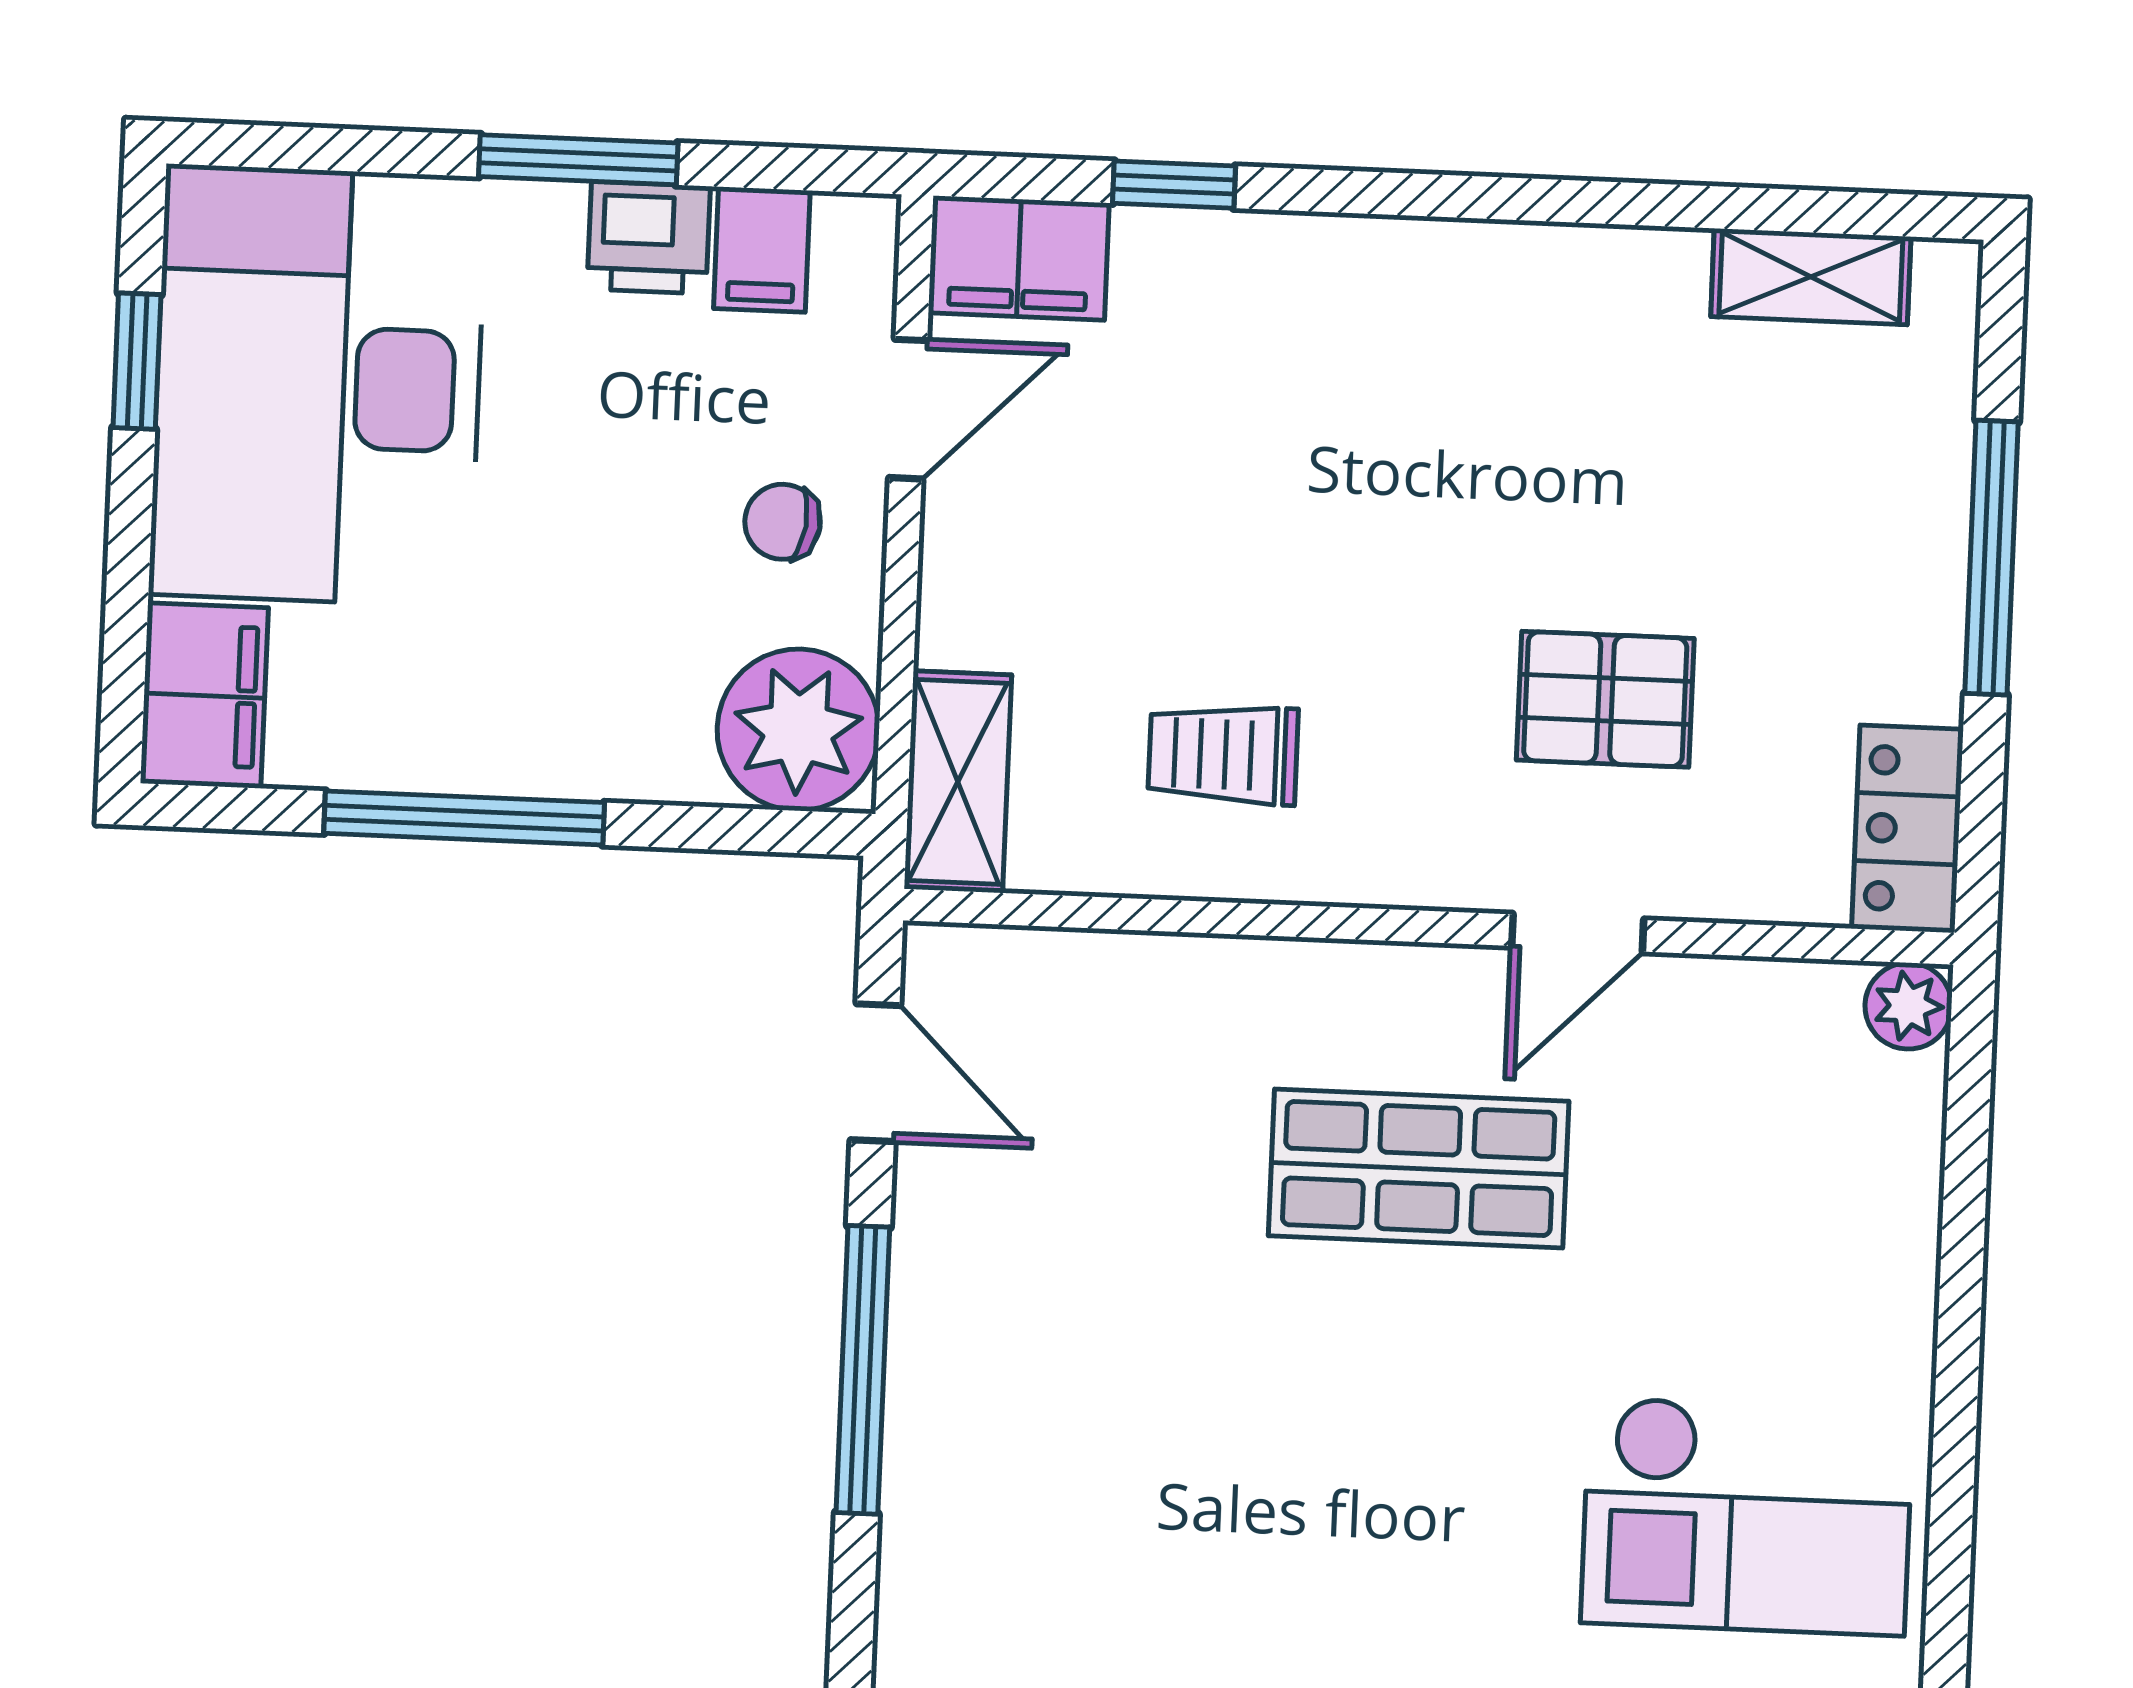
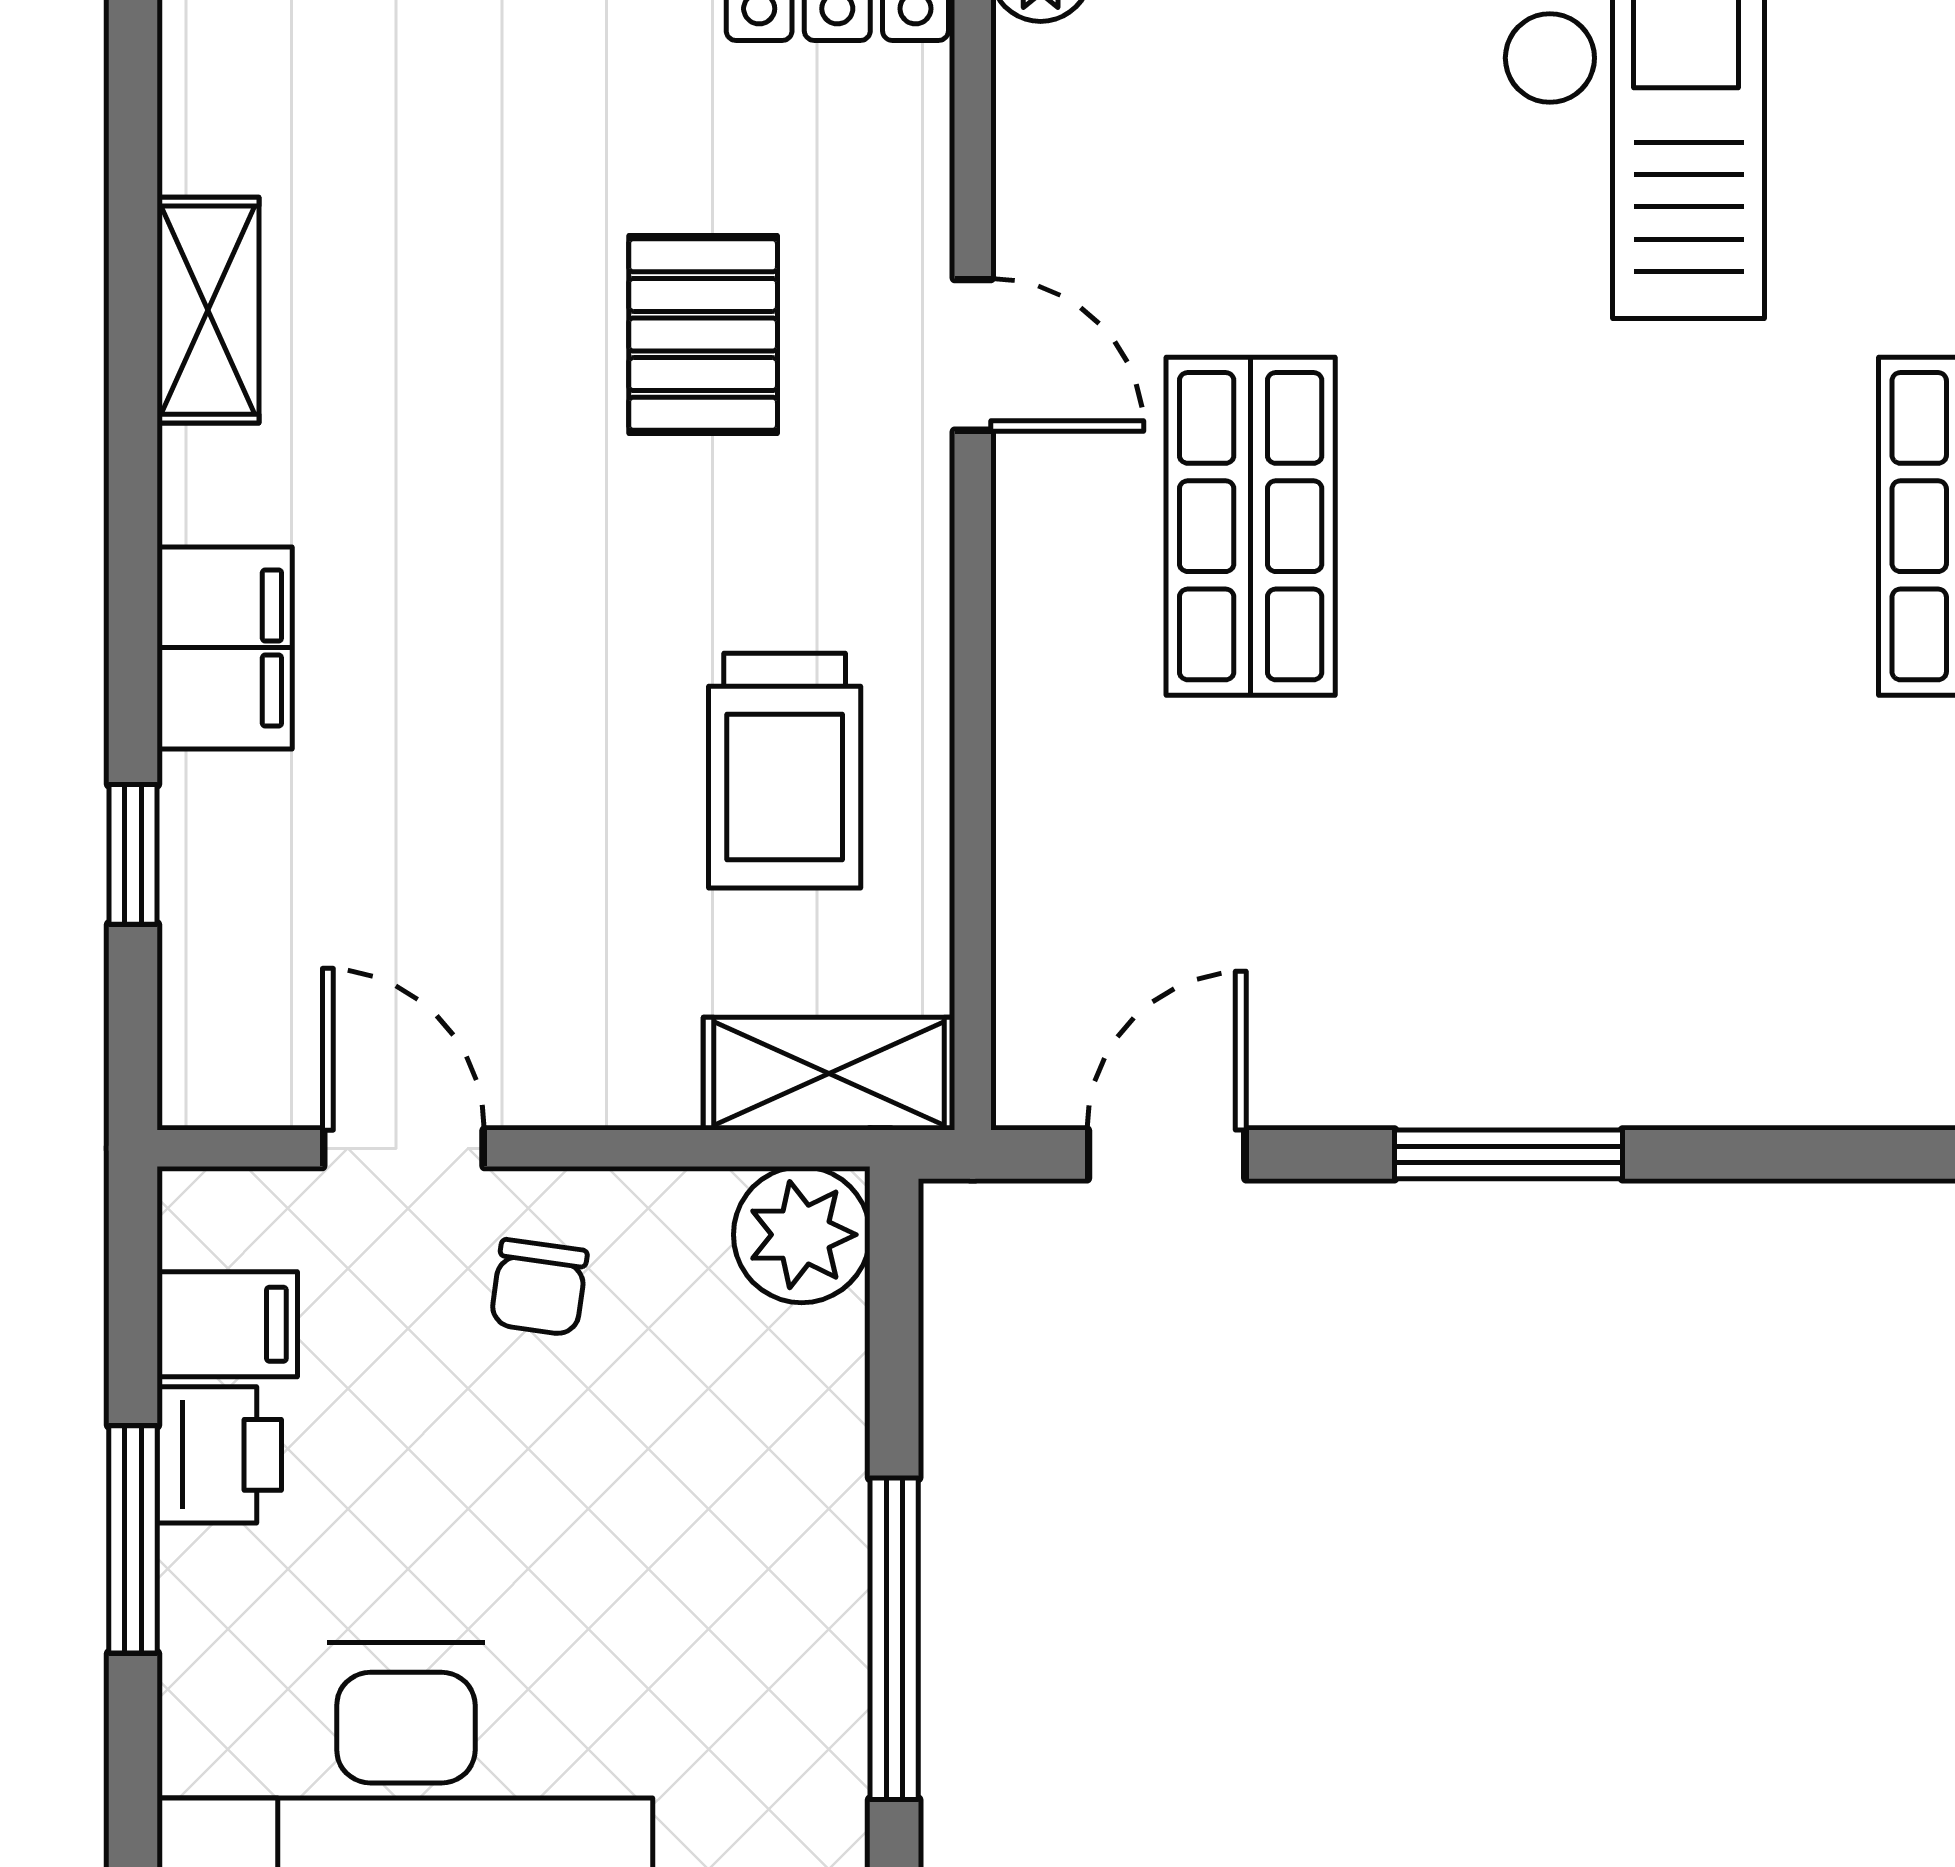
filing cabinet: (1019, 258) -> (225, 648), moved
shelving: (1811, 277) -> (208, 310), moved
plant: (798, 730) -> (802, 1235), width x0.73, depth x0.73
trolley: (1223, 754) -> (785, 771), width x1.36, depth x1.39
window: (863, 1370) -> (1509, 1154), width x0.69

